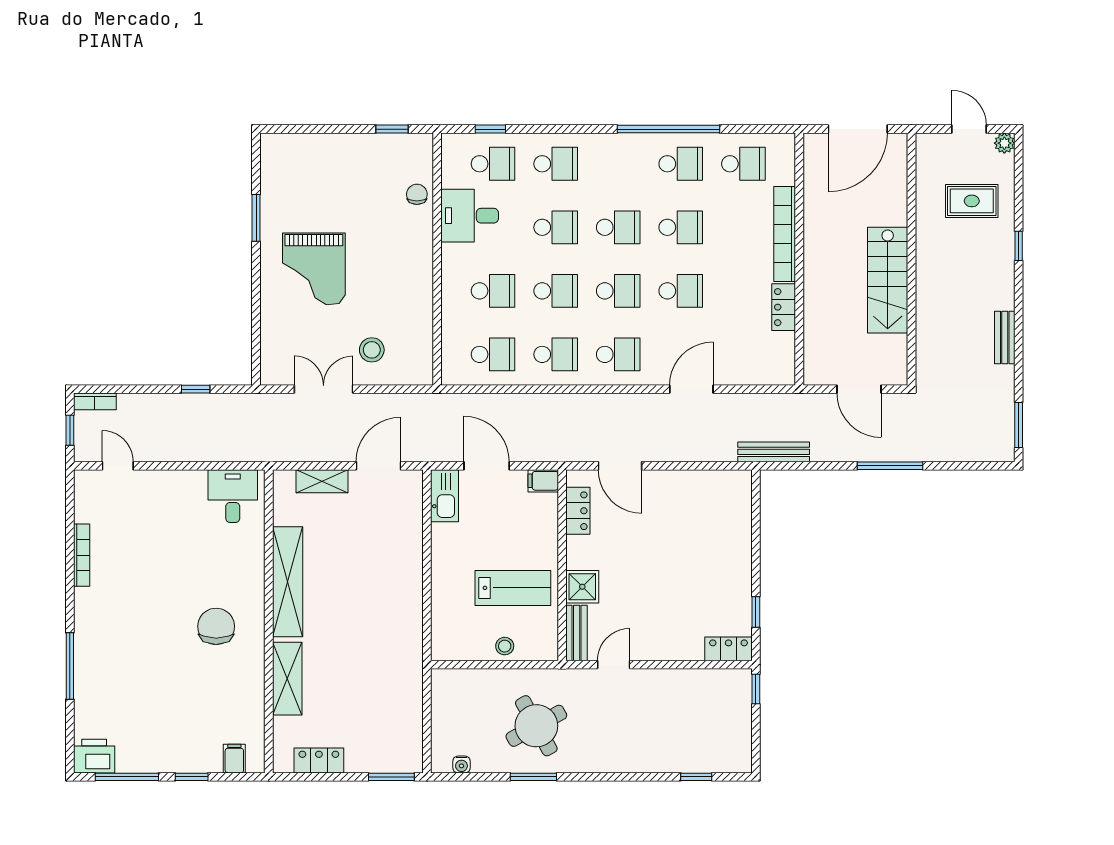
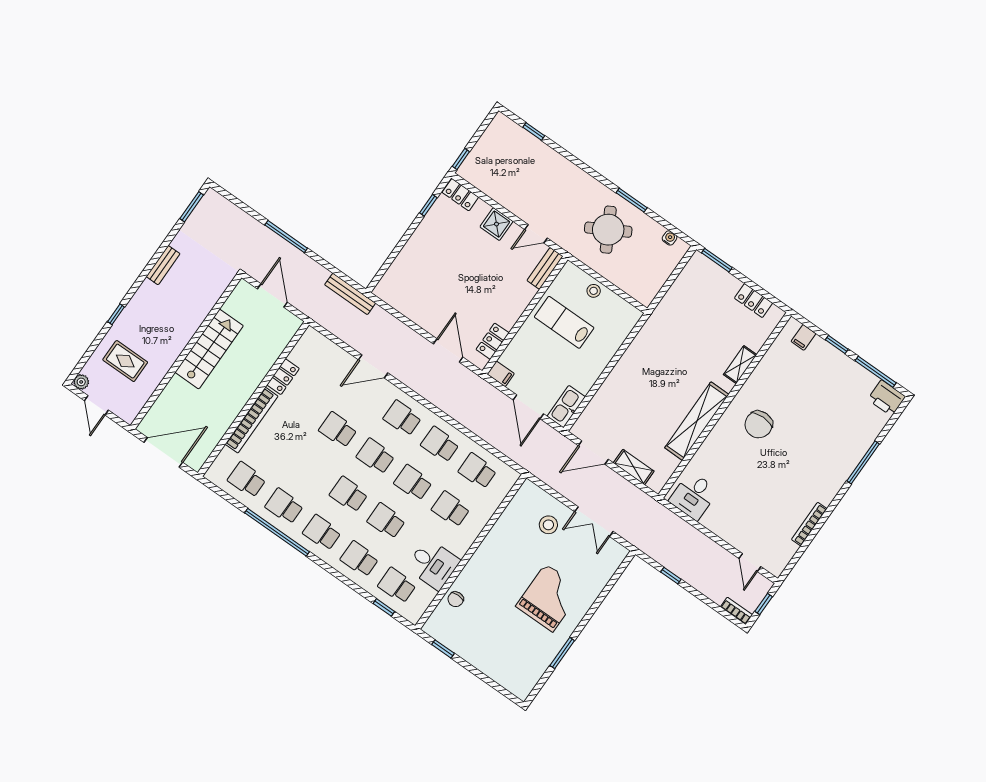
school desk: (681, 227) -> (322, 533), moved
shower: (582, 587) -> (496, 224), moved
shelving: (287, 679) -> (740, 365), width x0.67, depth x0.75

